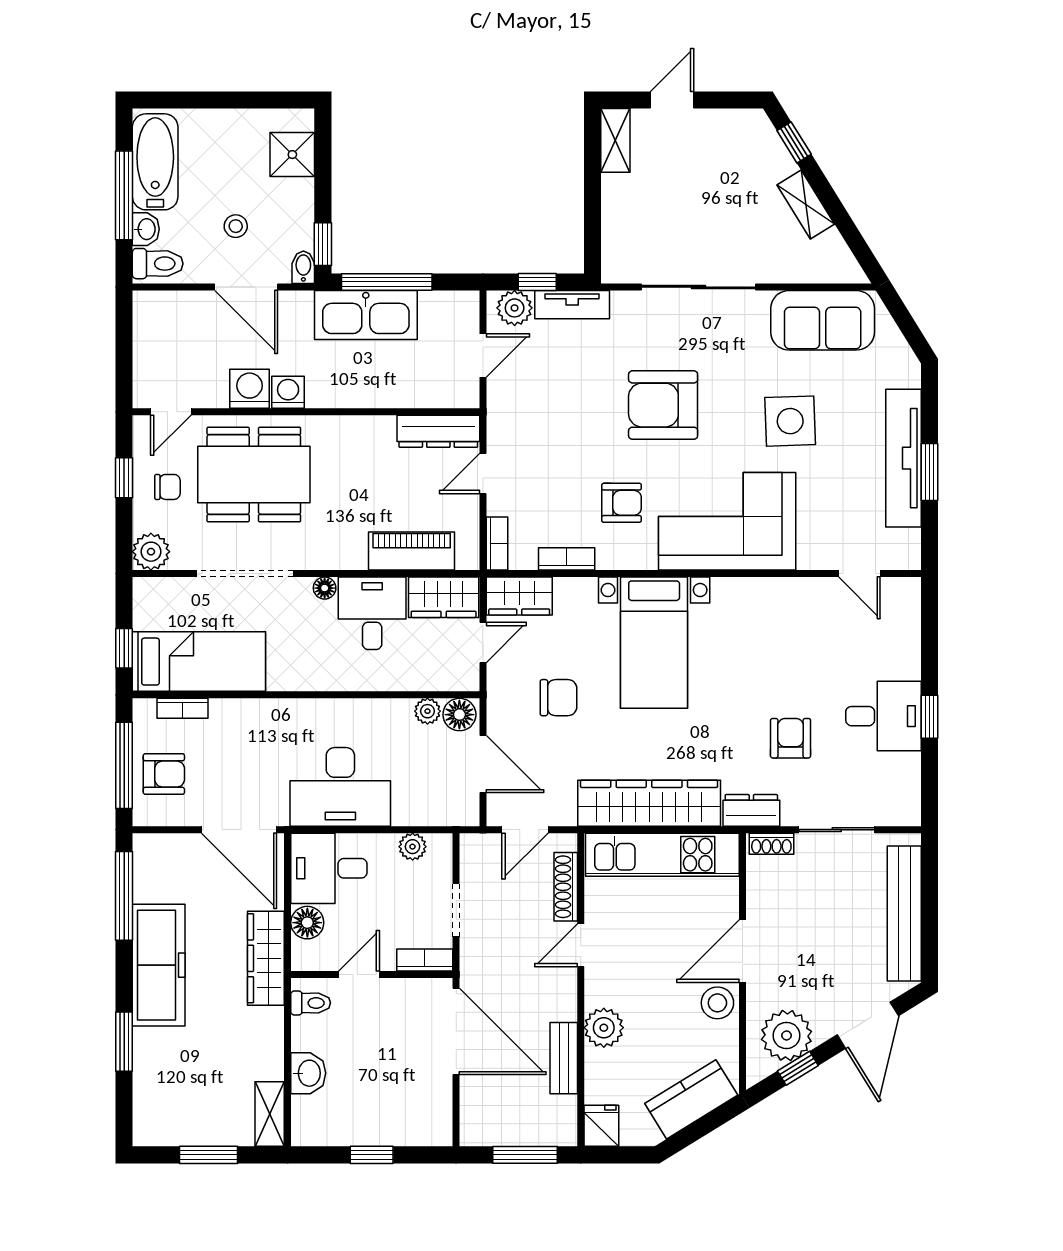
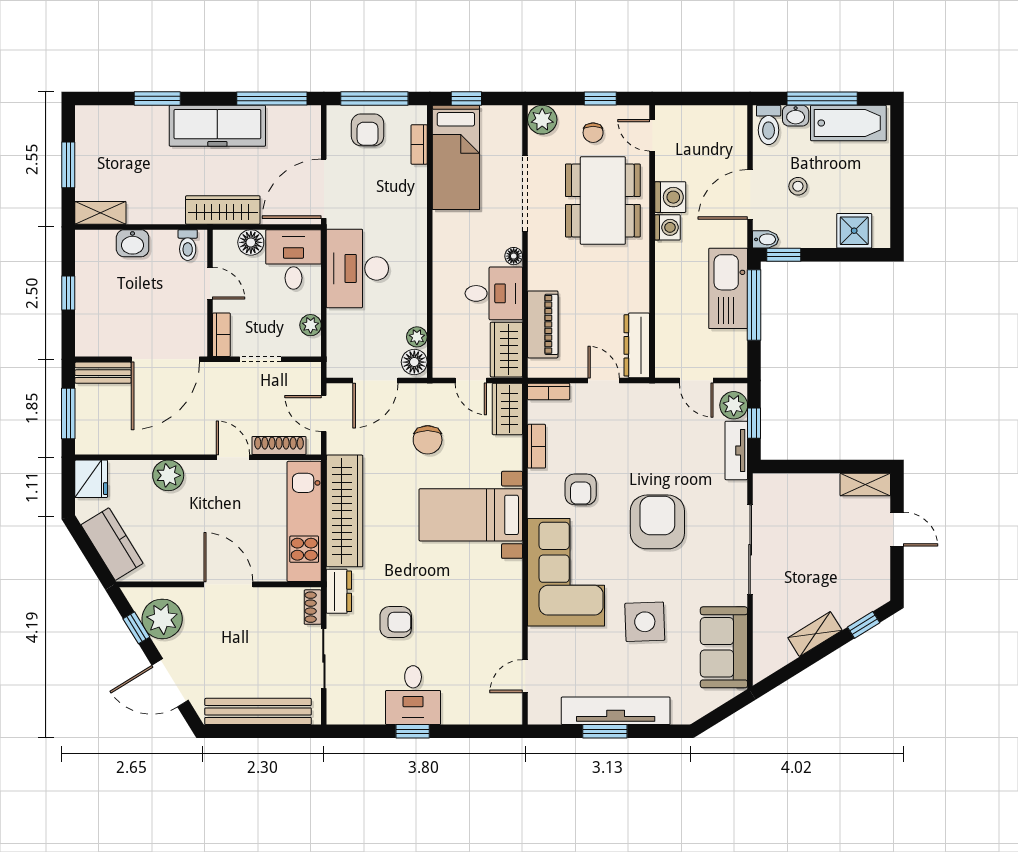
stool: (717, 1003) -> (188, 565), removed
bench: (564, 1058) -> (103, 373), moved
fridge: (601, 1126) -> (91, 479), width x1.38

